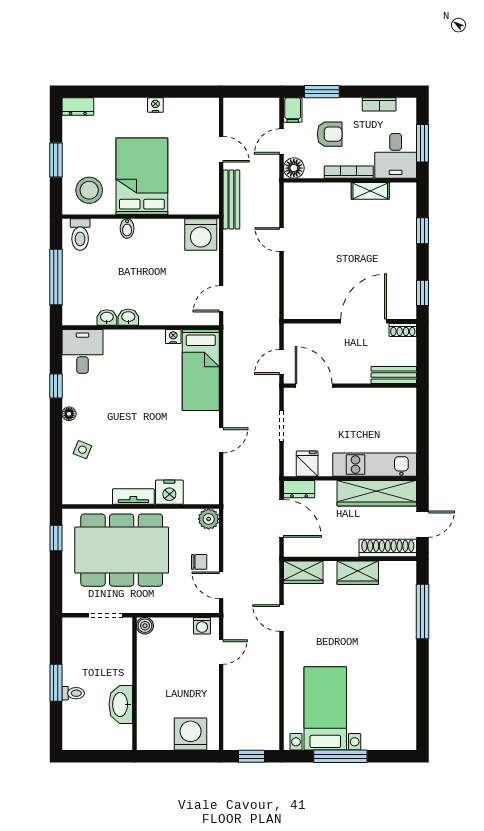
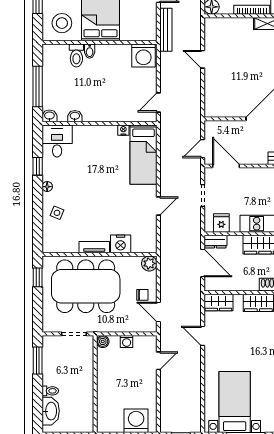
toilet: (80, 234) -> (76, 55), moved
washbasin: (128, 317) -> (49, 116), moved
washing machine: (202, 626) -> (127, 342), moved
window: (56, 683) -> (38, 361), moved
washbasin: (121, 704) -> (51, 411), moved, turned 180

